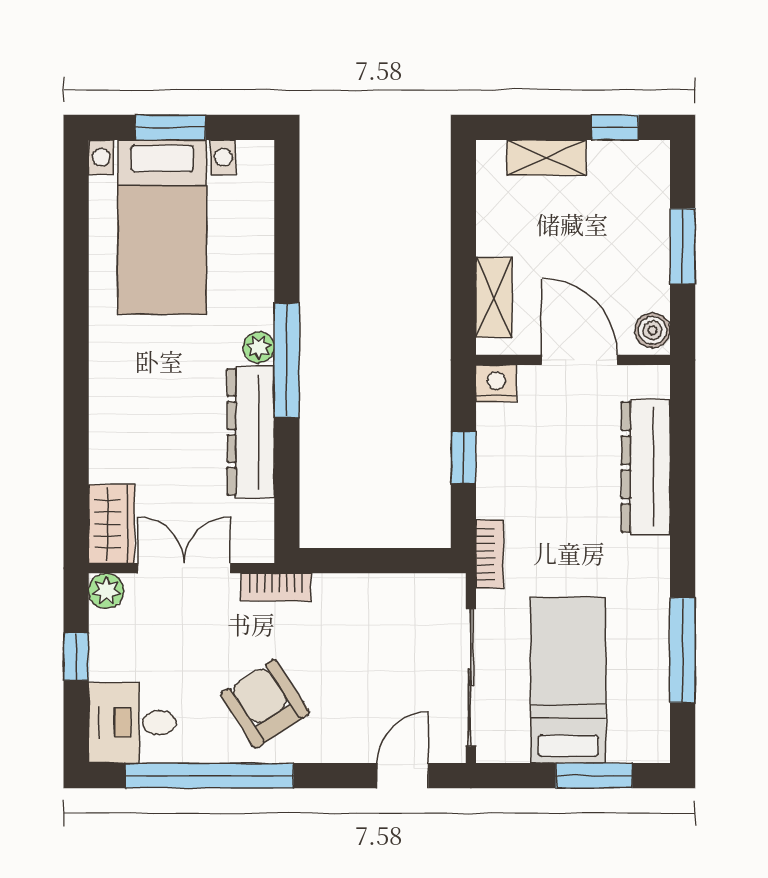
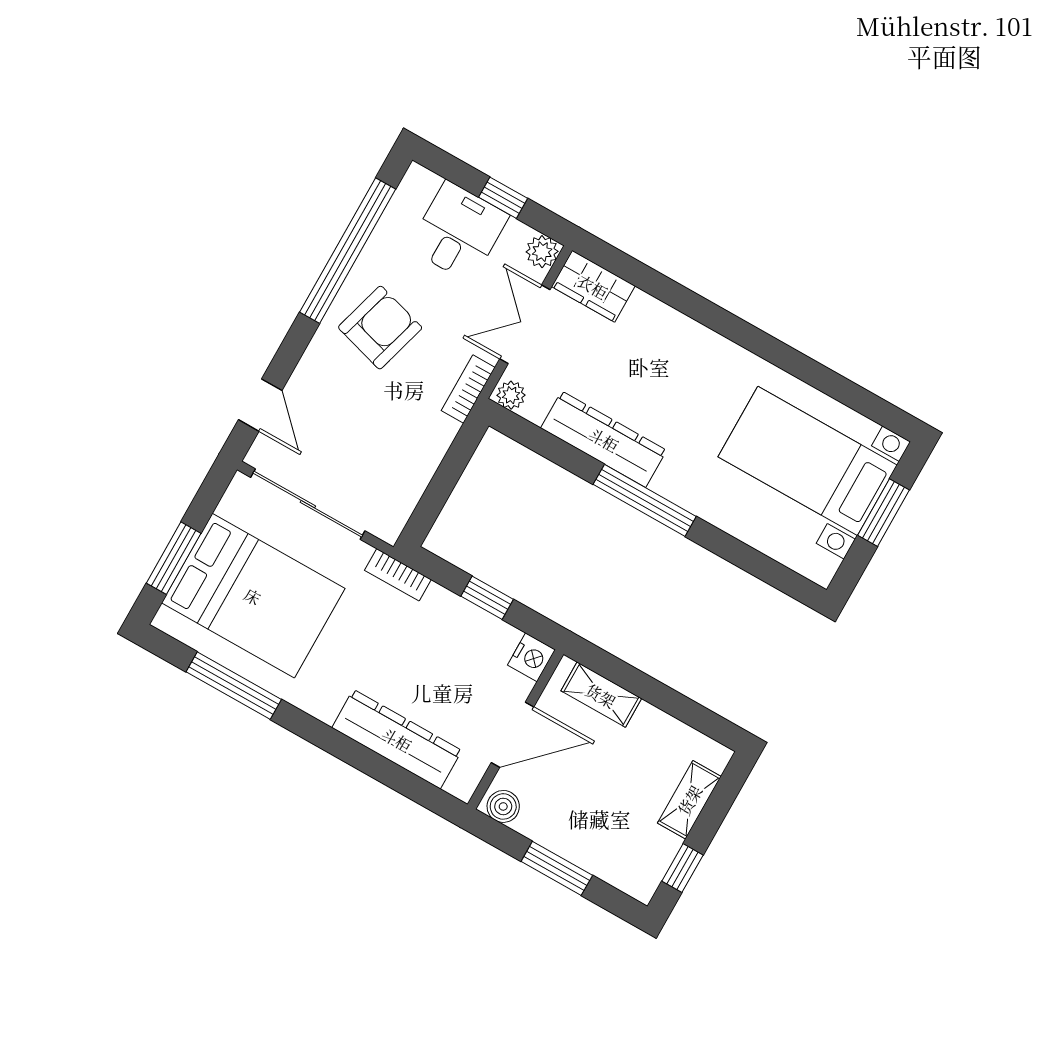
plant: (259, 347) -> (511, 395), moved
double door: (184, 568) -> (525, 324), swing flipped
bed: (568, 680) -> (253, 596), width x1.50
armchair: (265, 704) -> (380, 328), turned -41
desk: (132, 723) -> (458, 232), moved

